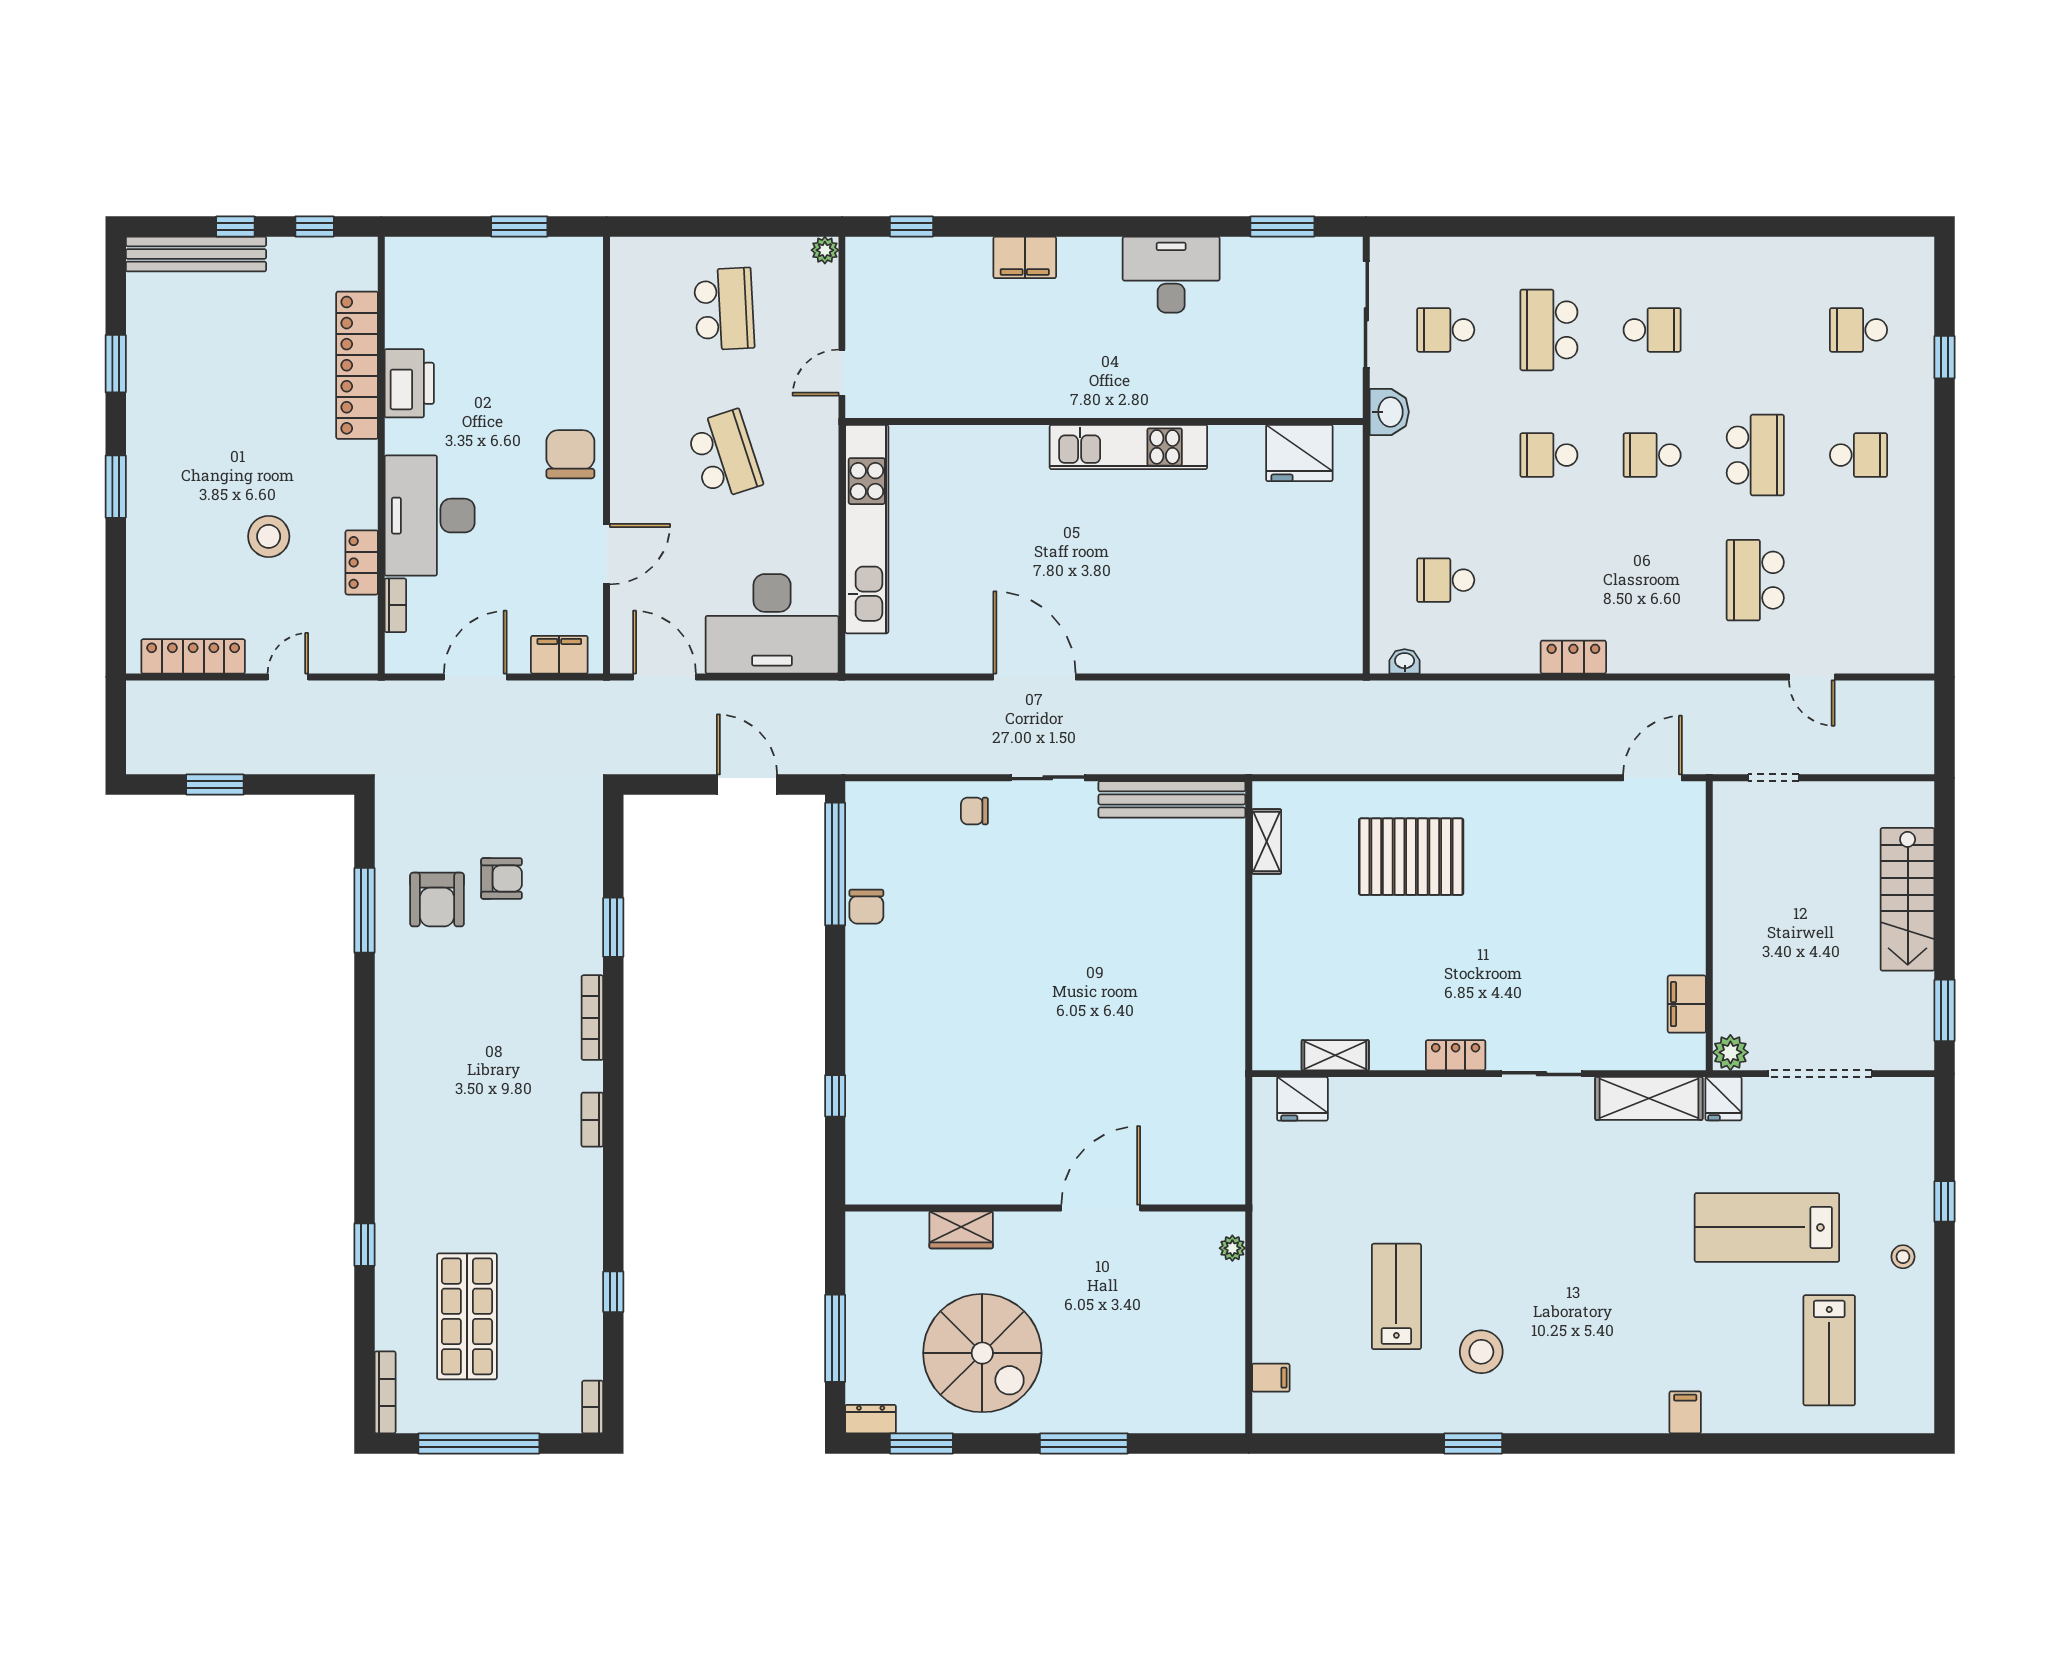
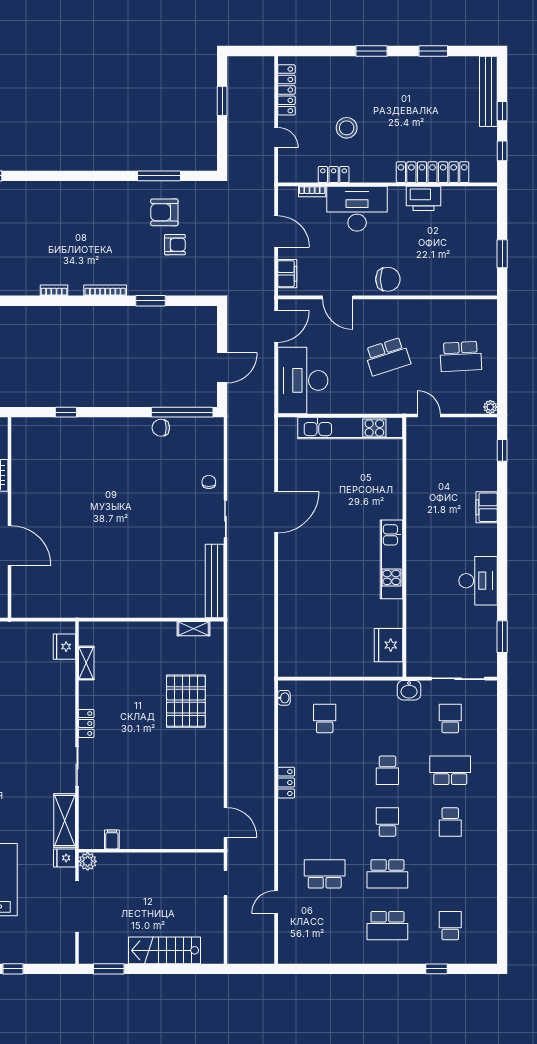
school desk: (1549, 455) -> (387, 770), turned 180
school desk: (1858, 455) -> (387, 926), width x1.85
armchair: (502, 879) -> (175, 245), turned -90
filing cabinet: (1687, 1004) -> (112, 839), width x0.50

